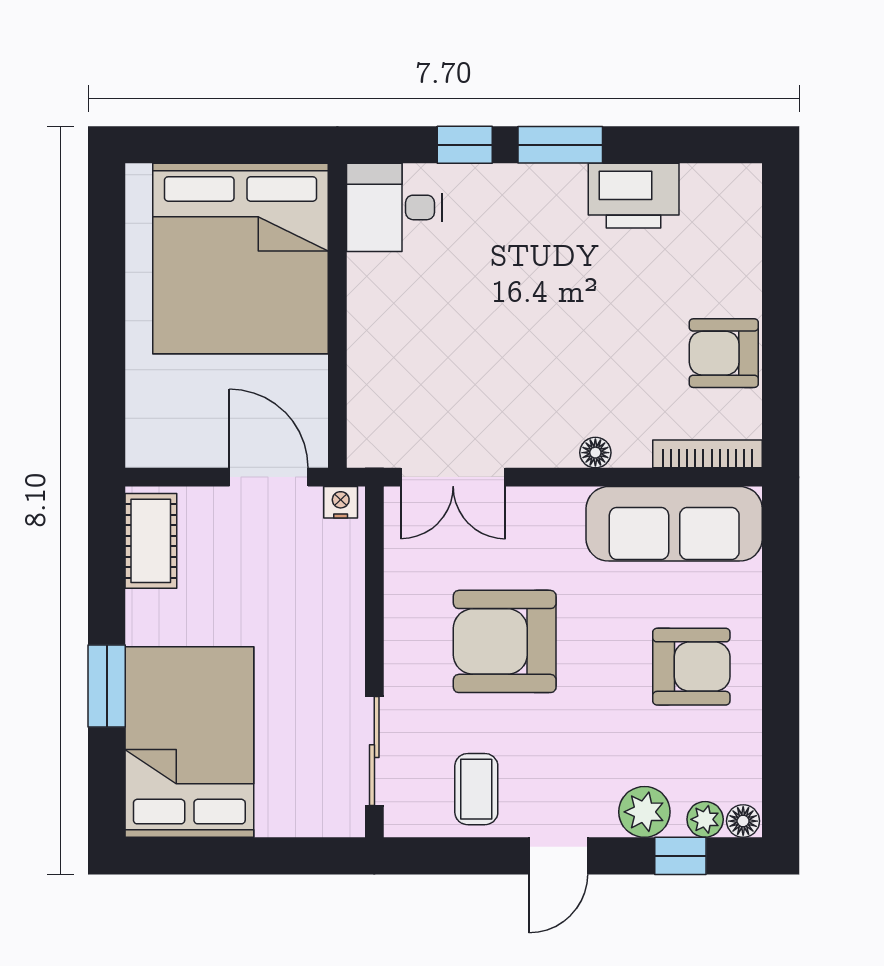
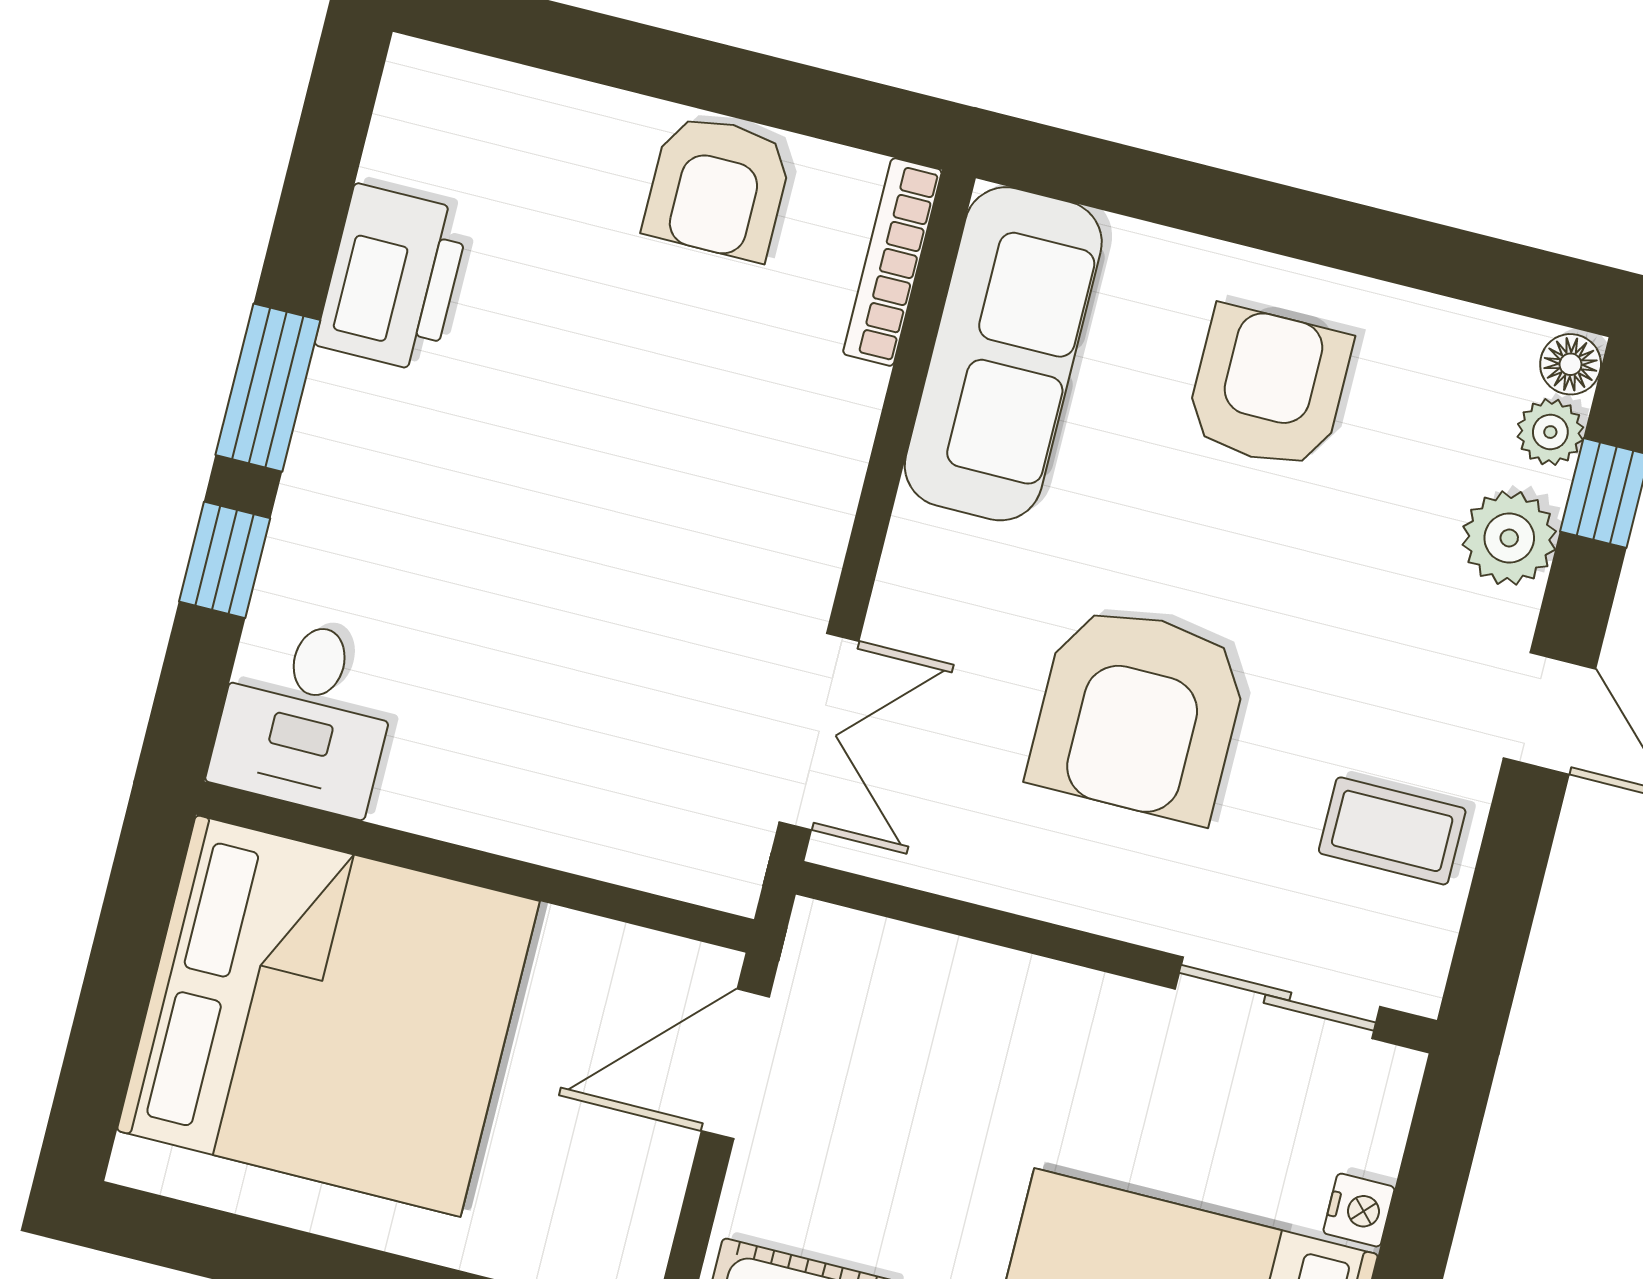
floor lamp: (595, 453) -> (839, 464), removed
nightstand: (341, 502) -> (1359, 1210), moved, turned 180

